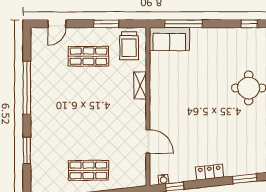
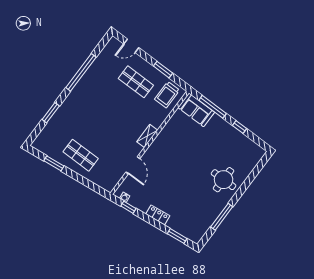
window: (249, 24) -> (239, 127), moved
shelving: (140, 85) -> (147, 136), moved

